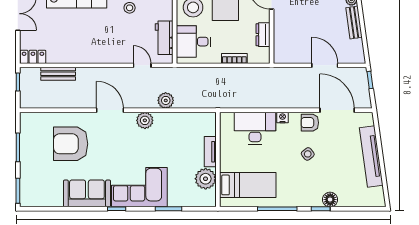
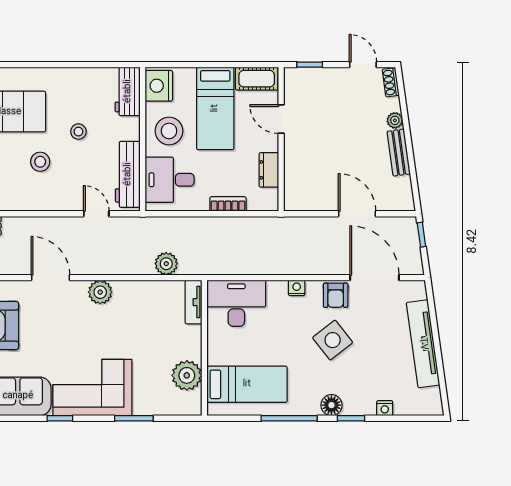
stool: (103, 29) -> (40, 162), added
workbench: (164, 38) -> (128, 174), width x1.38
plant: (166, 100) -> (166, 264), moved
armchair: (310, 123) -> (336, 295), turned -90
desk: (255, 128) -> (236, 303), moved
tv unit: (210, 152) -> (194, 302), moved
side table: (308, 154) -> (333, 340), width x1.87, depth x1.87
floor lamp: (330, 200) -> (331, 405), moved
nightstand: (344, 202) -> (385, 408), added

